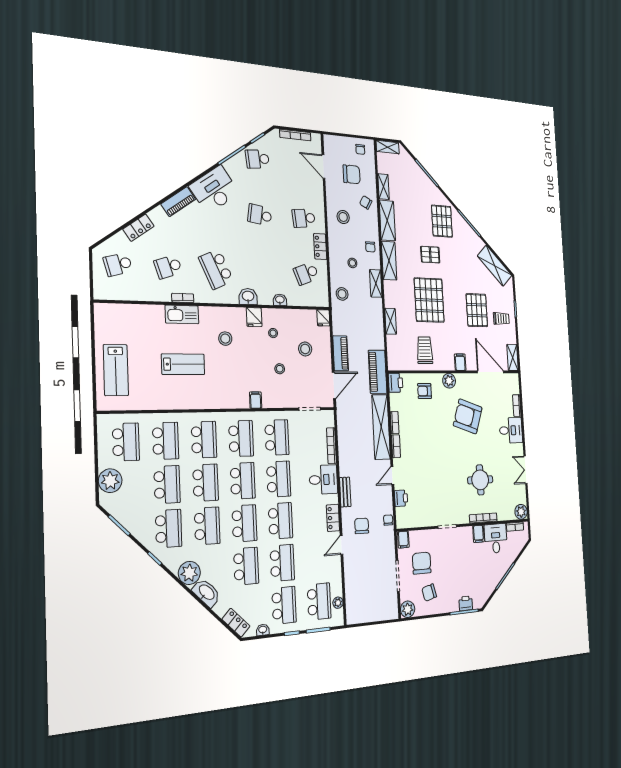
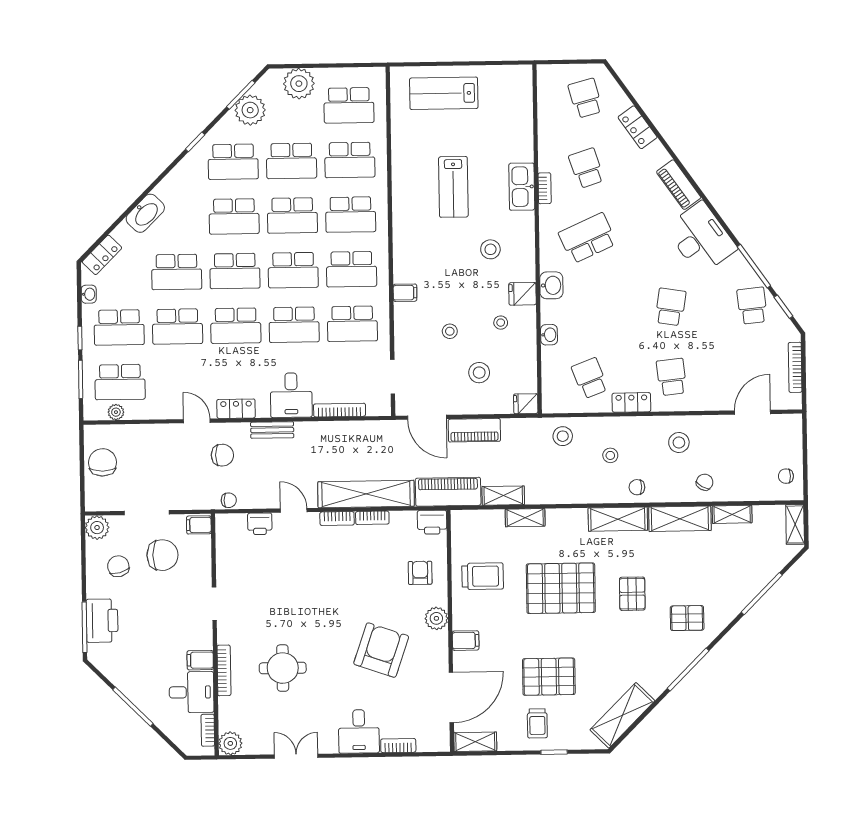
chair: (352, 174) -> (103, 462), moved, turned 180
pallet: (442, 221) -> (687, 618), width x0.67, depth x0.71
shelving: (376, 283) -> (503, 496), moved
plant: (189, 573) -> (250, 110), moved
printer: (466, 603) -> (102, 621), width x1.87, depth x1.48

